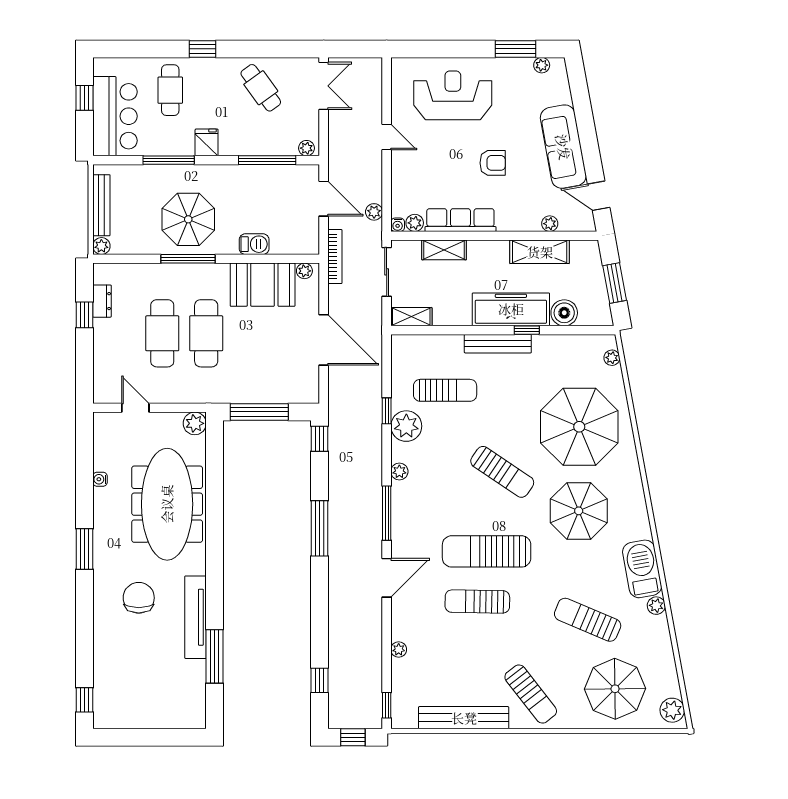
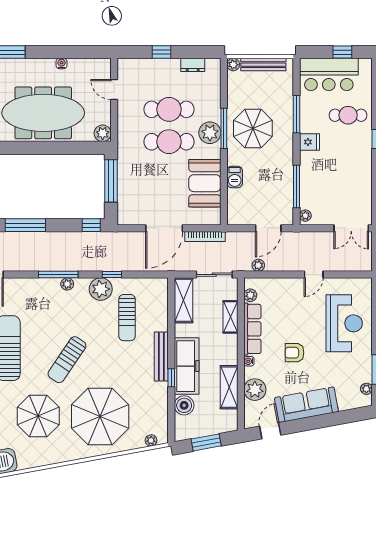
cafe table: (261, 88) -> (350, 182), removed
armchair: (493, 163) -> (294, 353), turned 90
plant: (550, 224) -> (255, 390), width x1.87, depth x1.87
water cooler: (398, 225) -> (249, 361), moved
bookcase: (335, 257) -> (205, 236), moved
plant: (304, 271) -> (210, 133), moved, width x1.87, depth x1.87
window: (84, 315) -> (162, 52), moved
shelving: (411, 317) -> (183, 300), width x1.50, depth x1.33
door: (135, 408) -> (114, 90), swing flipped
window: (387, 513) -> (58, 275), moved

